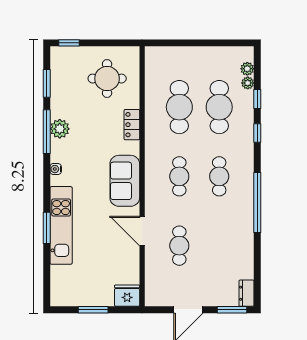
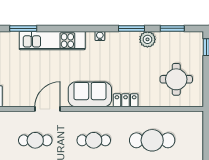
locker: (132, 125) -> (126, 100), moved
plant: (60, 129) -> (147, 39), moved
window: (47, 132) -> (131, 28), width x0.69
window: (47, 228) -> (23, 28), moved

